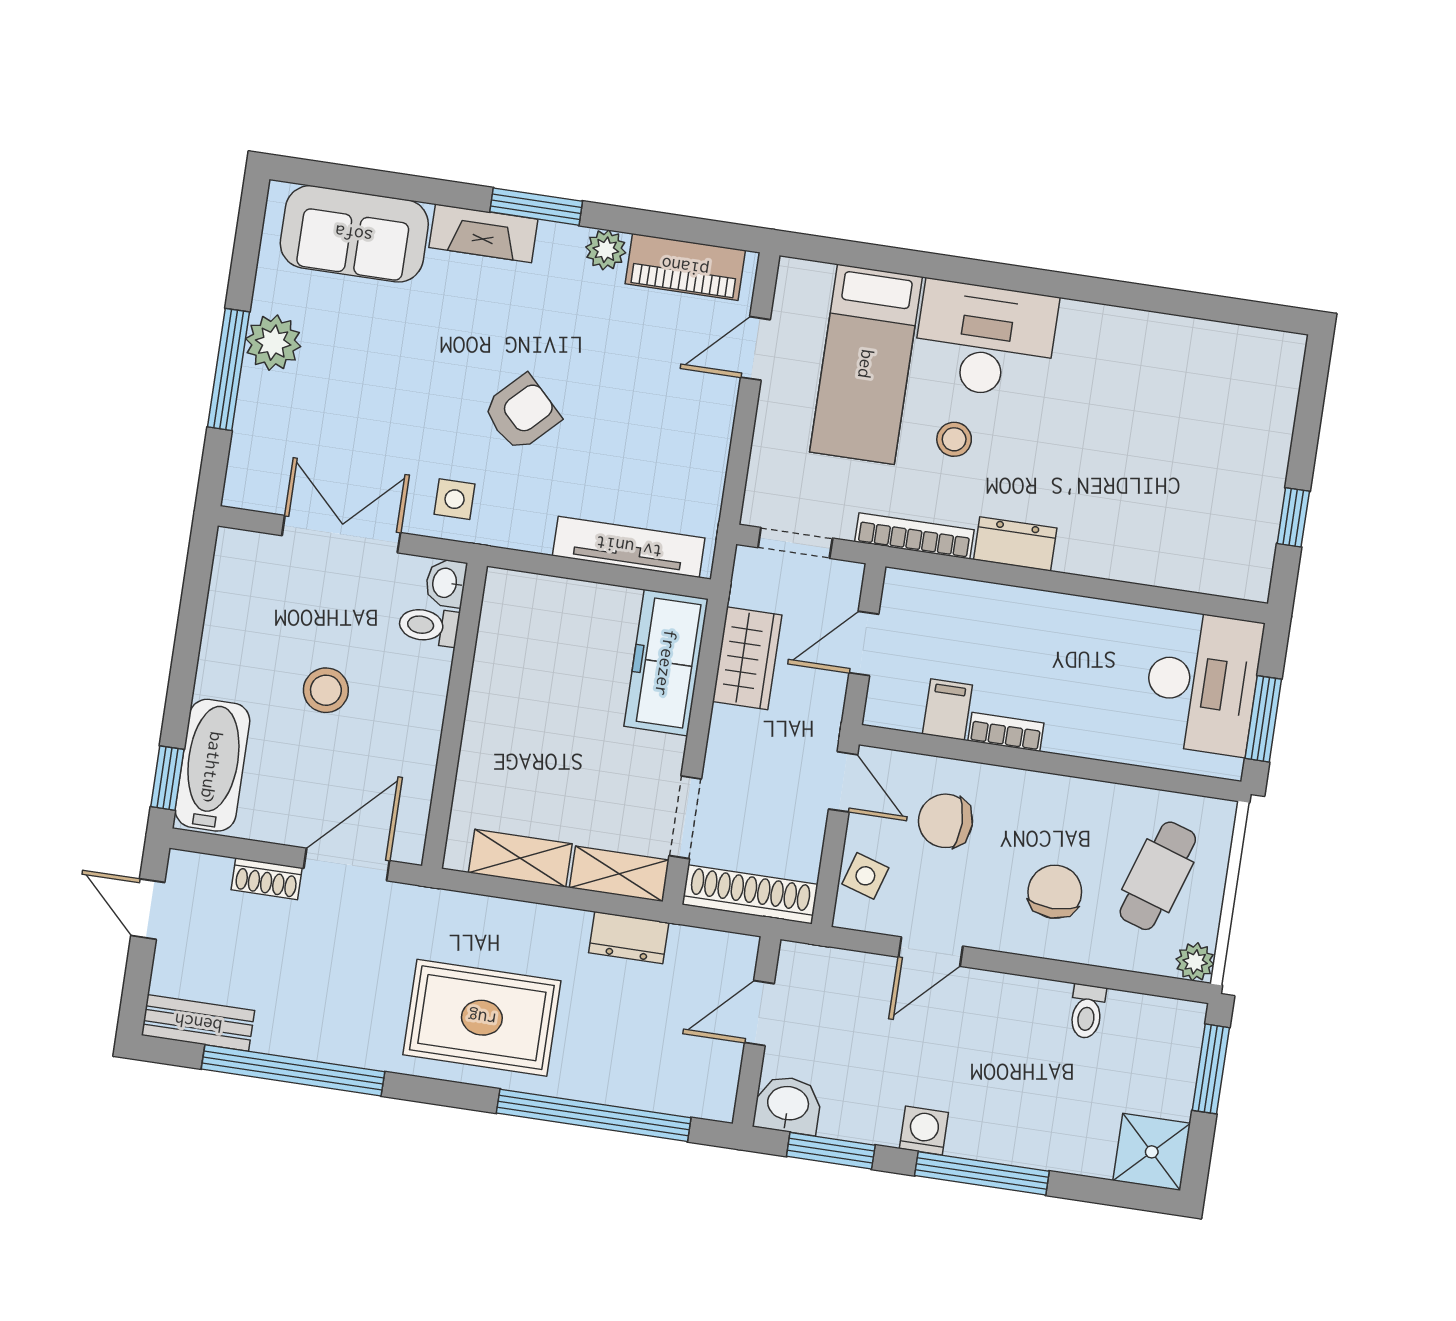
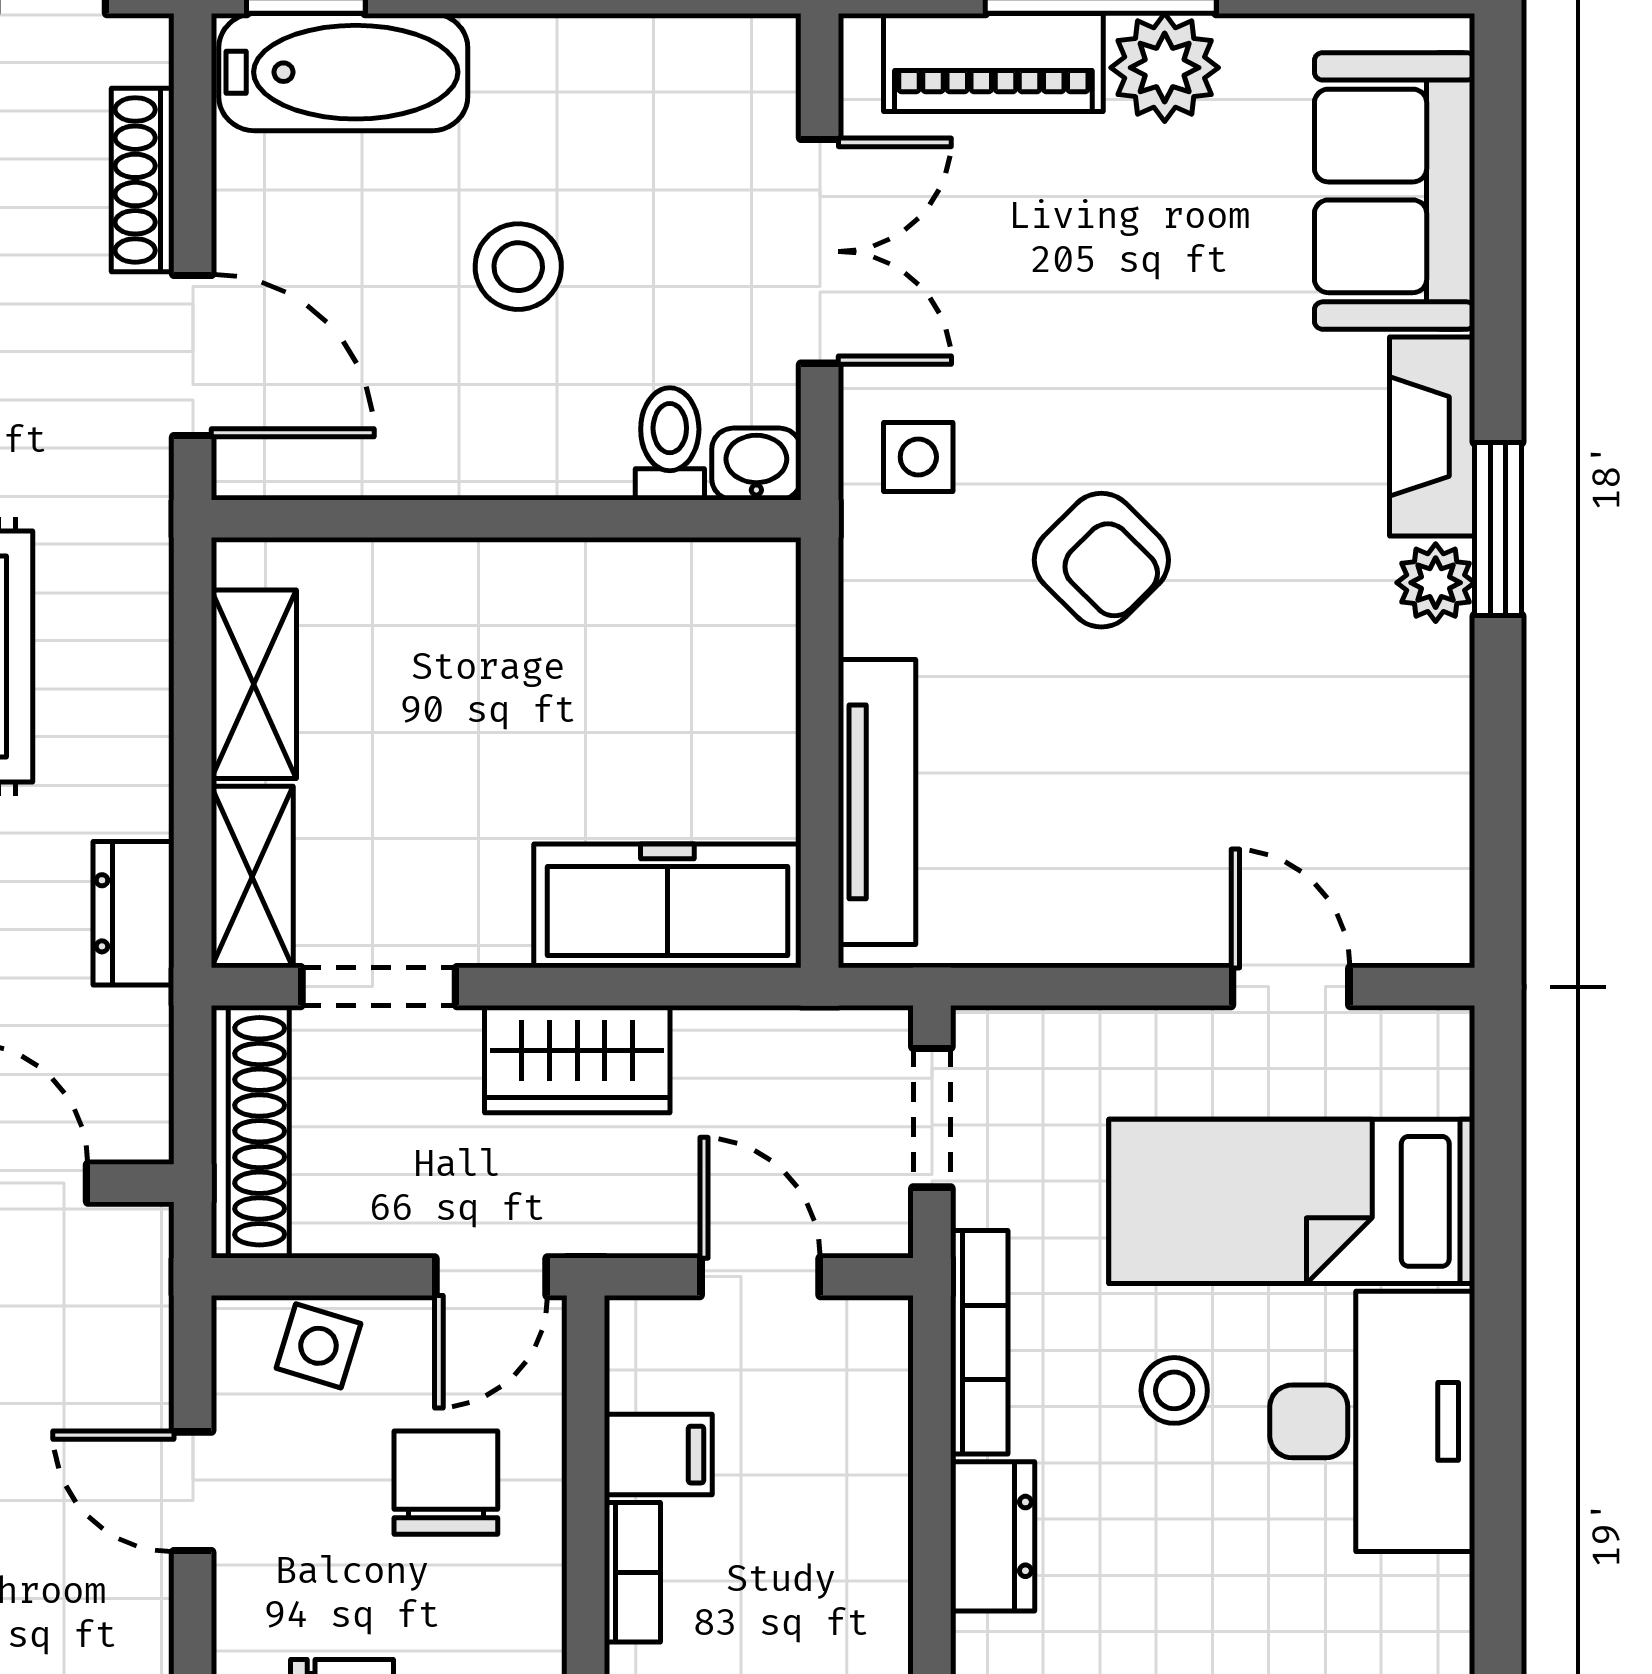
plant: (606, 250) -> (1436, 583), moved
piano: (685, 267) -> (993, 63), moved, turned -90
wardrobe: (747, 658) -> (577, 1059), moved
shoe rack: (267, 879) -> (143, 180), width x1.43

